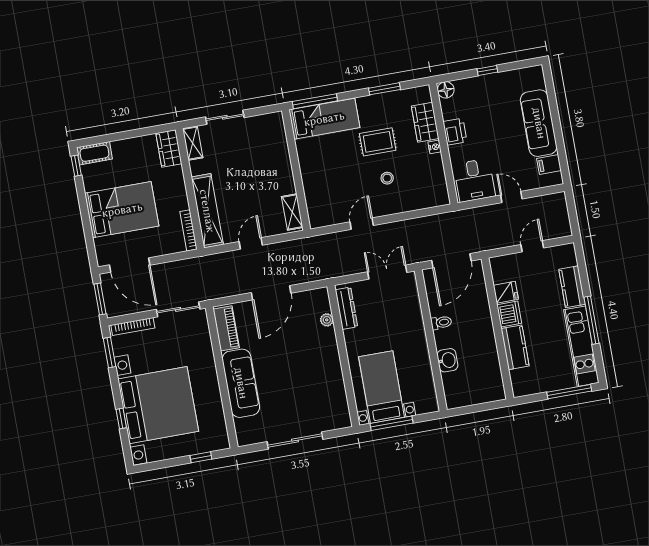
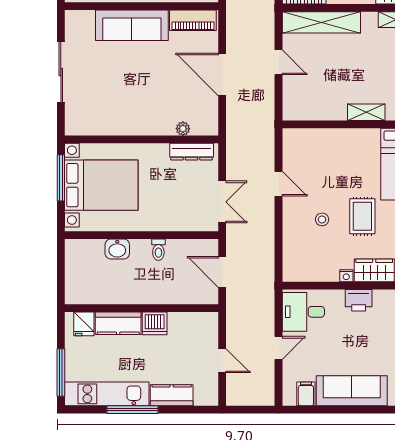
shelving: (292, 212) -> (366, 112), moved
door: (451, 261) -> (222, 272), width x0.73
fridge: (506, 292) -> (84, 324), moved
bed with nightstands: (382, 387) -> (101, 185), width x1.36

